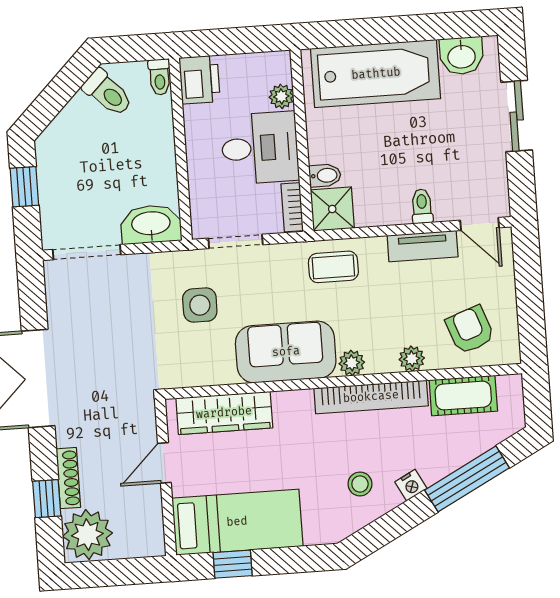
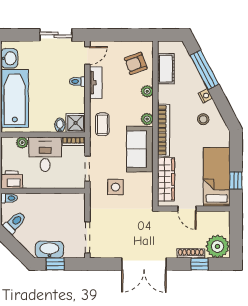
sliding door: (517, 116) -> (56, 35), moved
washbasin: (151, 224) -> (49, 250), moved, turned 90
bookcase: (371, 397) -> (163, 130), moved

